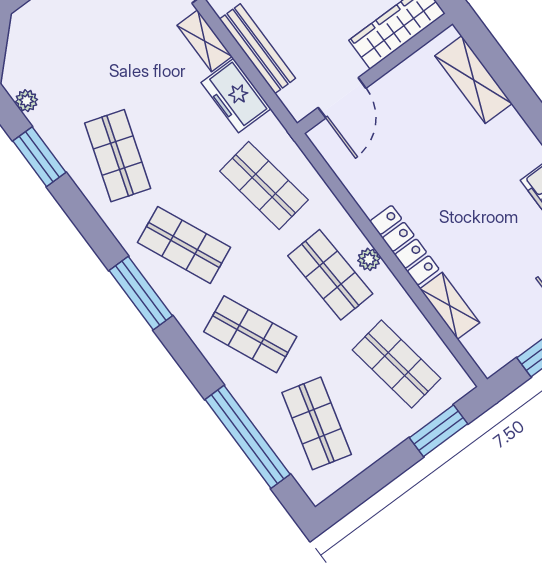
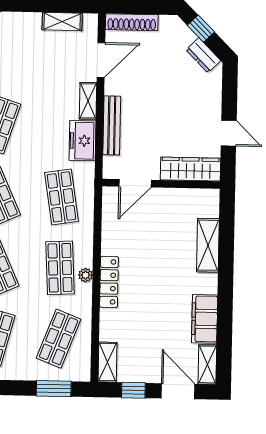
shelving: (473, 80) -> (208, 245), moved
shelving: (450, 306) -> (107, 362), moved
shop shelf: (397, 364) -> (59, 339), turned 30

